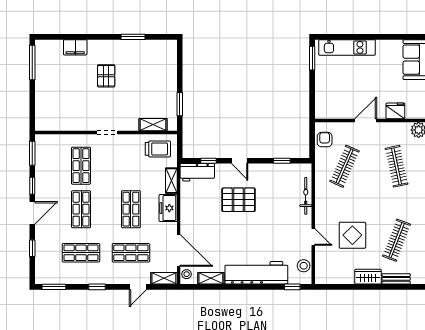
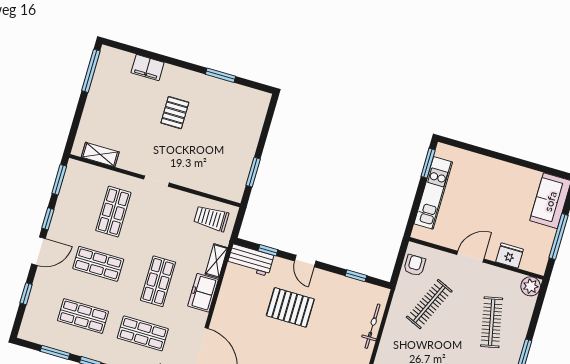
kitchen unit: (347, 47) -> (433, 193), moved, turned -90
shelving: (153, 125) -> (100, 154), moved
trolley: (158, 149) -> (211, 218), turned 180
shop shelf: (81, 209) -> (98, 264), turned 90
window: (54, 287) -> (55, 352), moved

